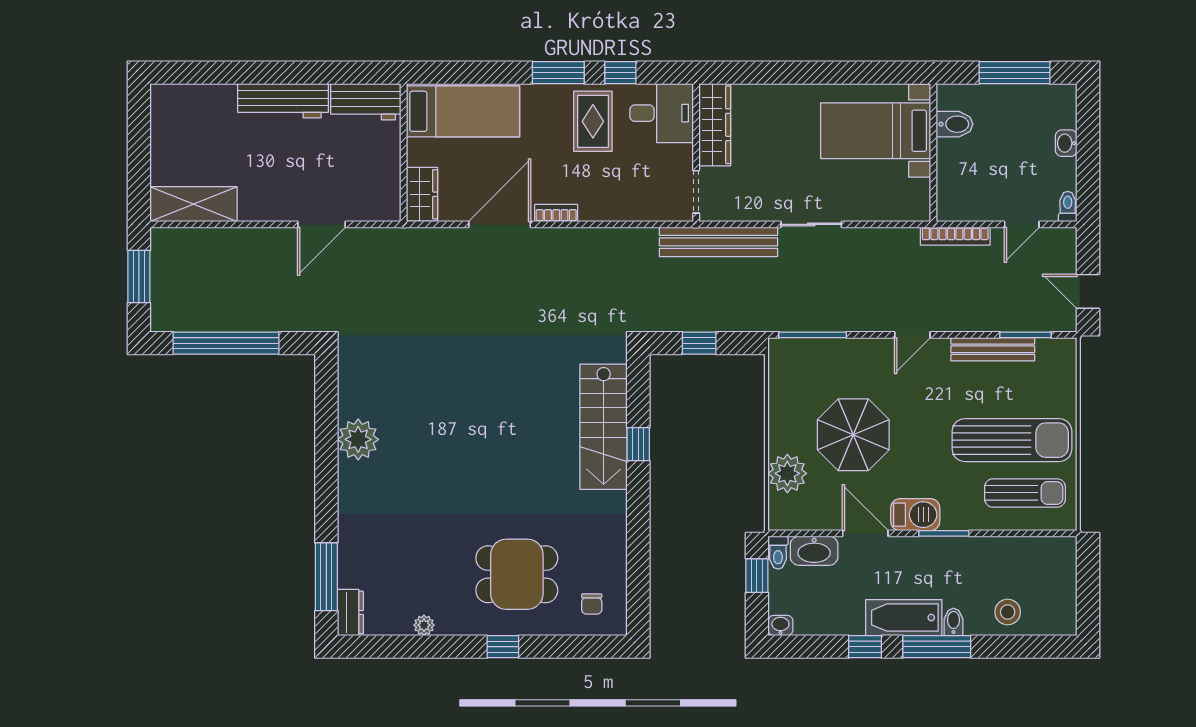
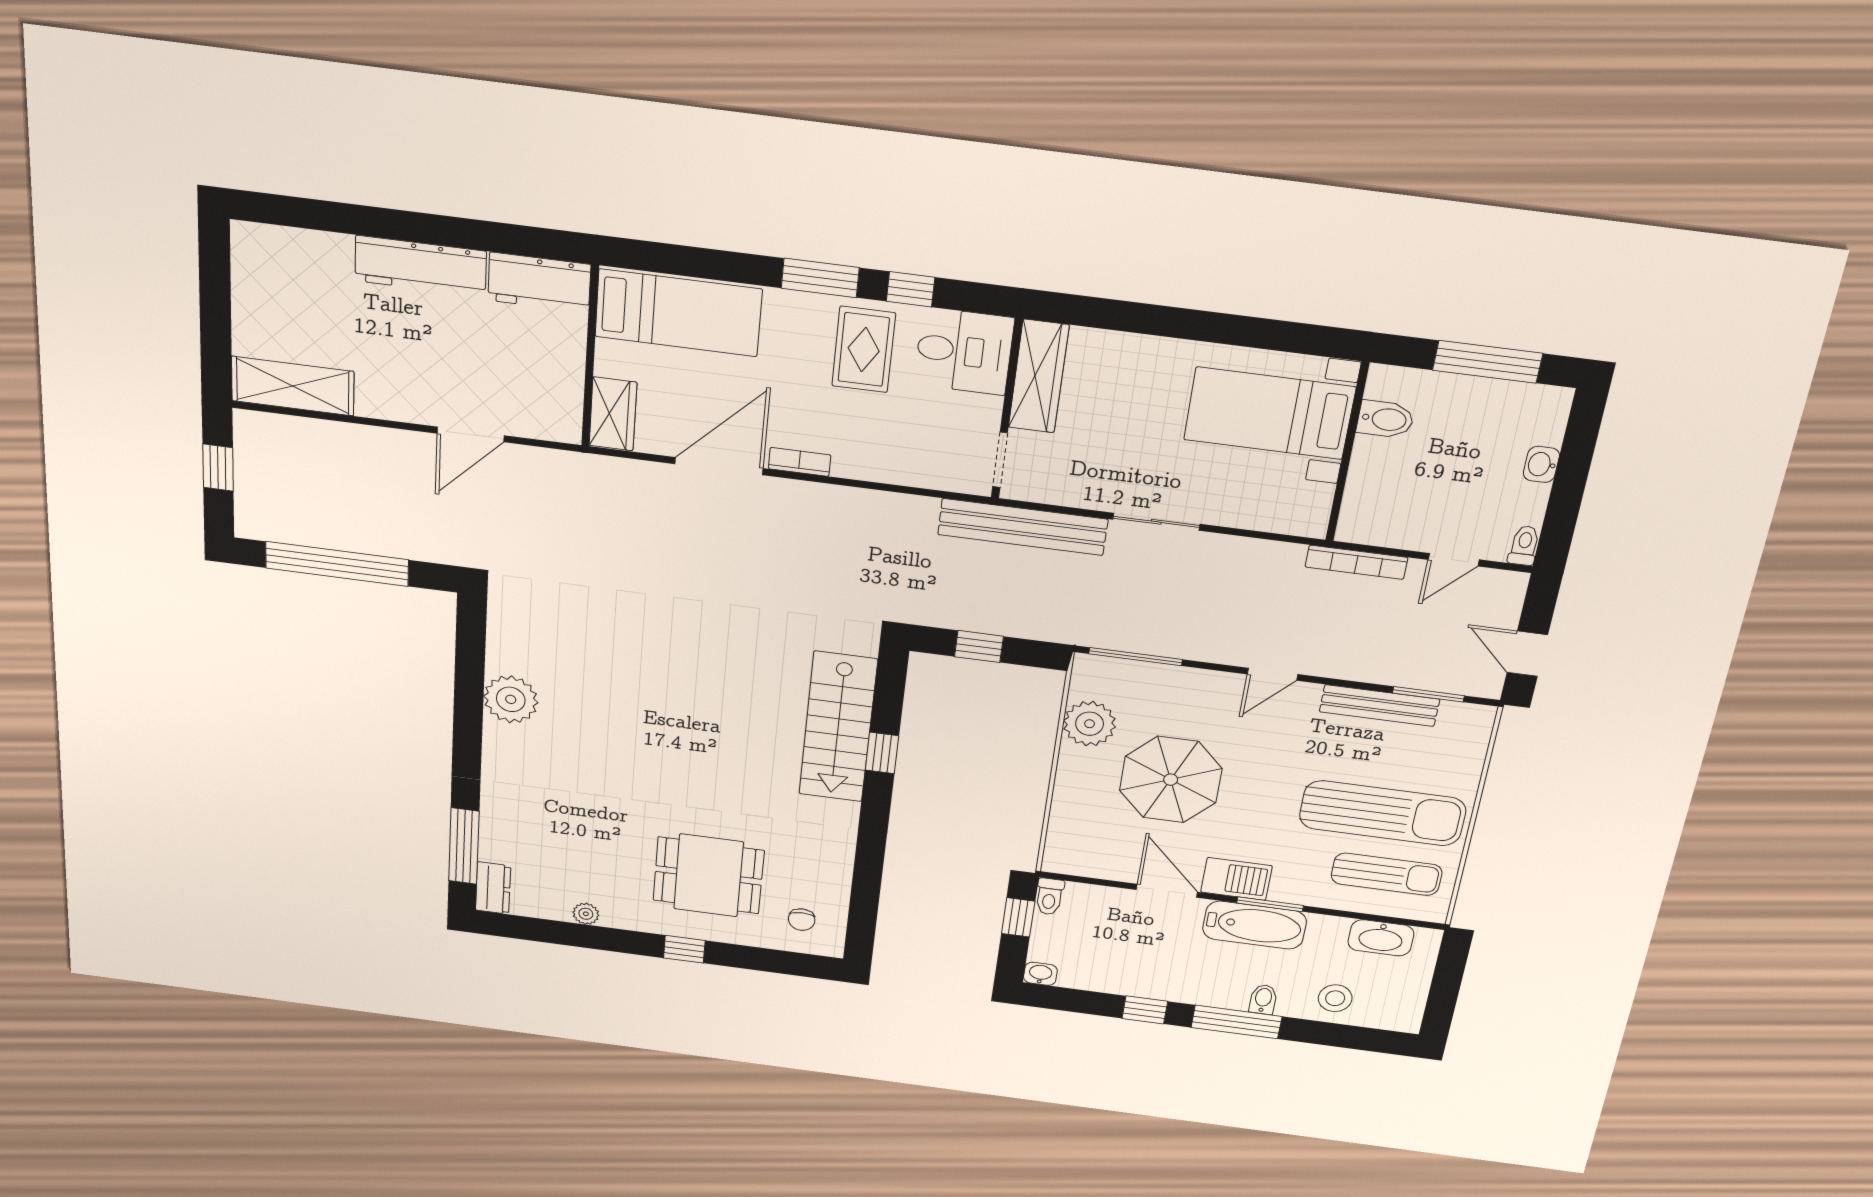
window: (139, 277) -> (218, 468), width x0.67
plant: (787, 473) -> (1090, 724), moved
washbasin: (814, 551) -> (1381, 938), moved
bathtub: (904, 618) -> (1254, 925), moved, turned 180

